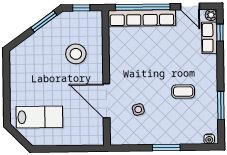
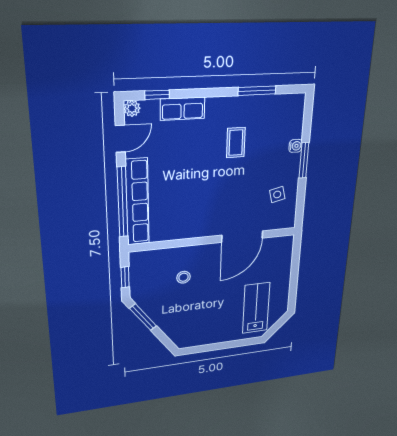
row of seats: (209, 38) -> (183, 109), moved
stool: (76, 54) -> (183, 277), width x0.53, depth x0.53
side table: (138, 109) -> (277, 194), moved
water cooler: (209, 139) -> (295, 146), moved

